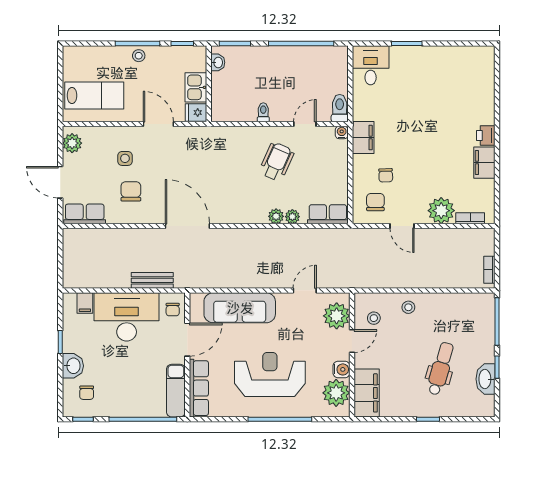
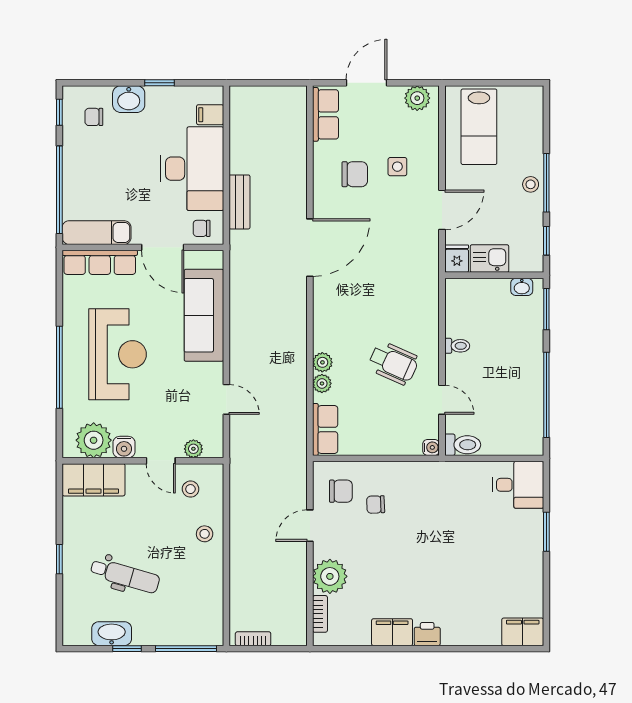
filing cabinet: (363, 138) -> (523, 632), moved, turned 180
plant: (337, 316) -> (193, 449), width x0.53, depth x0.53

